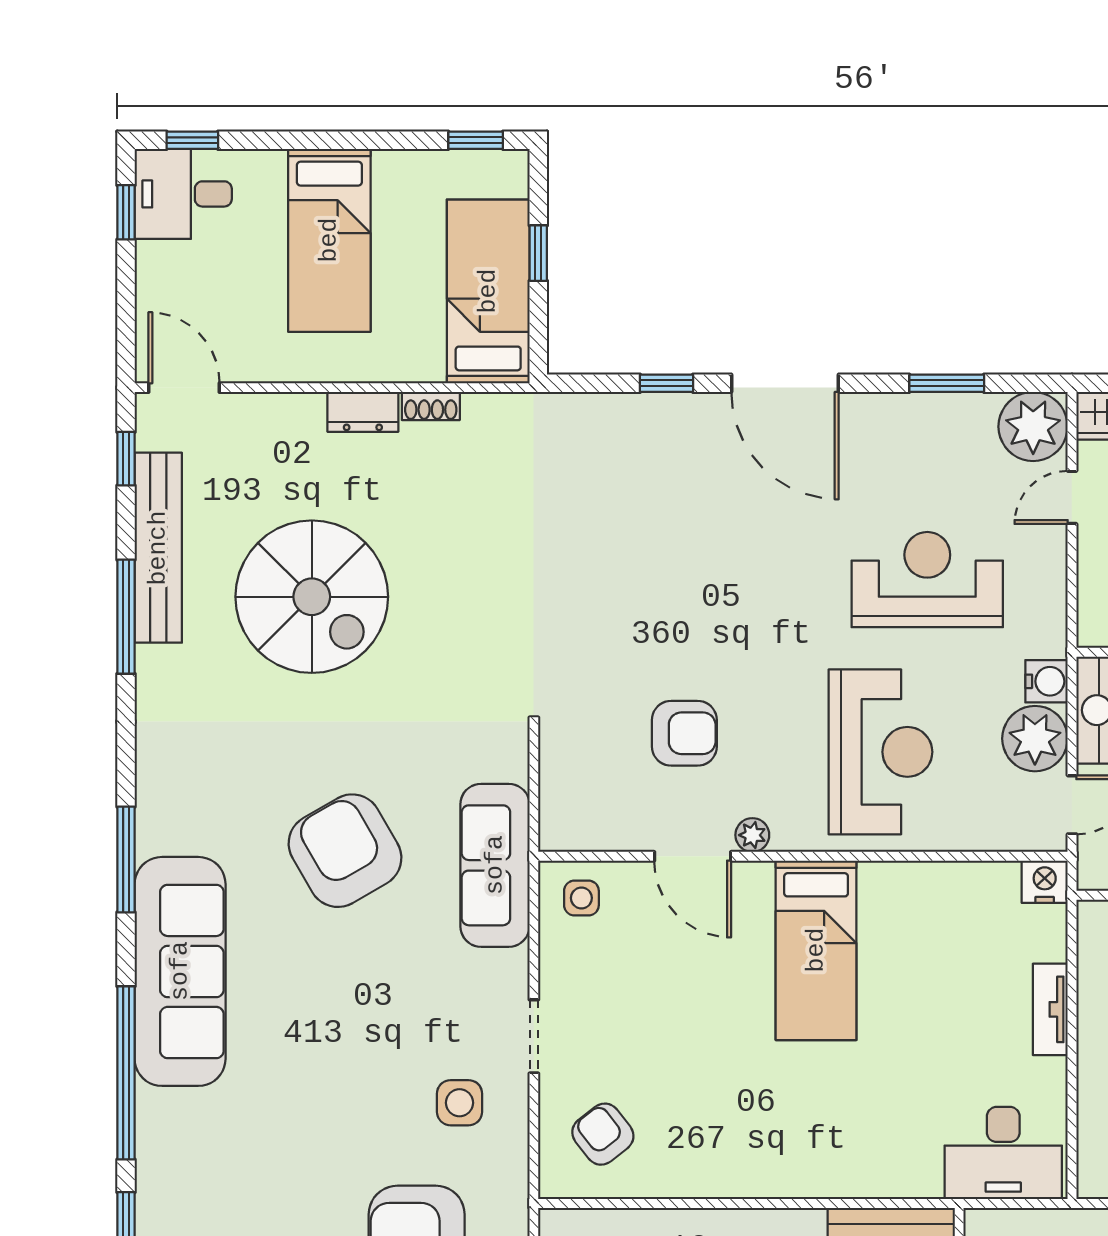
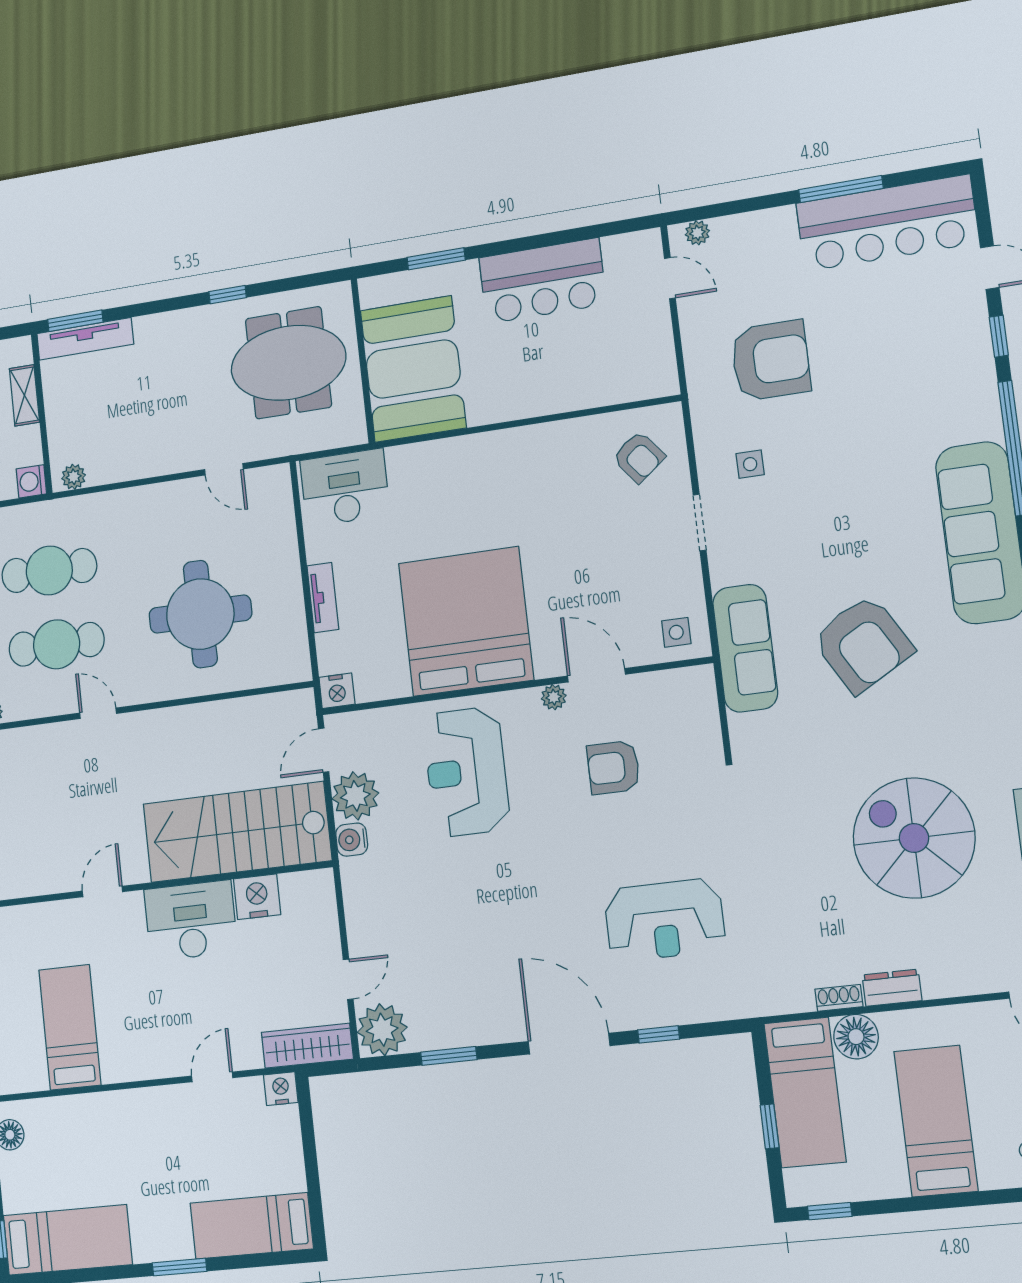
floor lamp: (415, 355) -> (856, 1037), added
reception desk: (927, 580) -> (665, 920), moved
bed: (816, 950) -> (466, 622), width x2.04
side table: (460, 1103) -> (750, 464), width x0.73, depth x0.73

